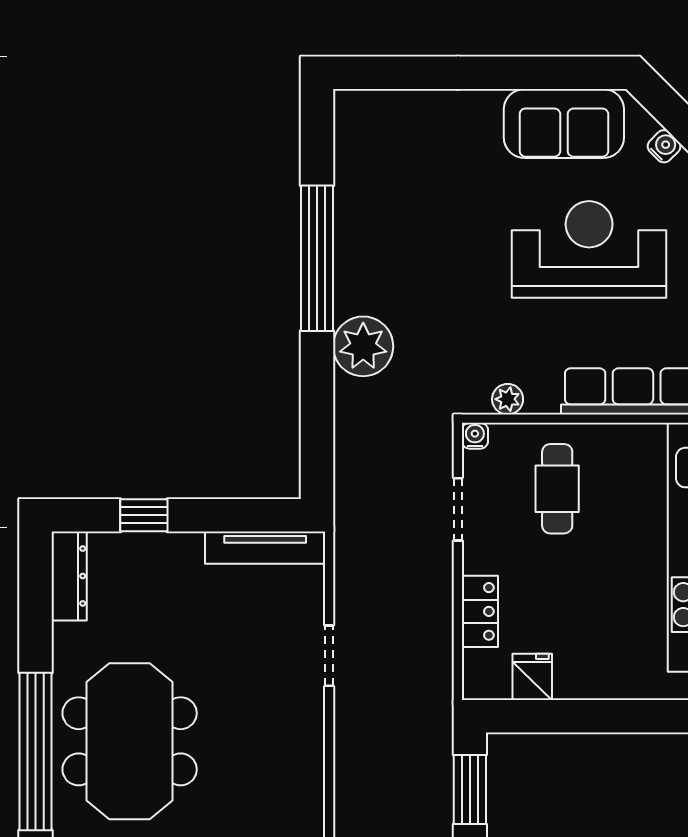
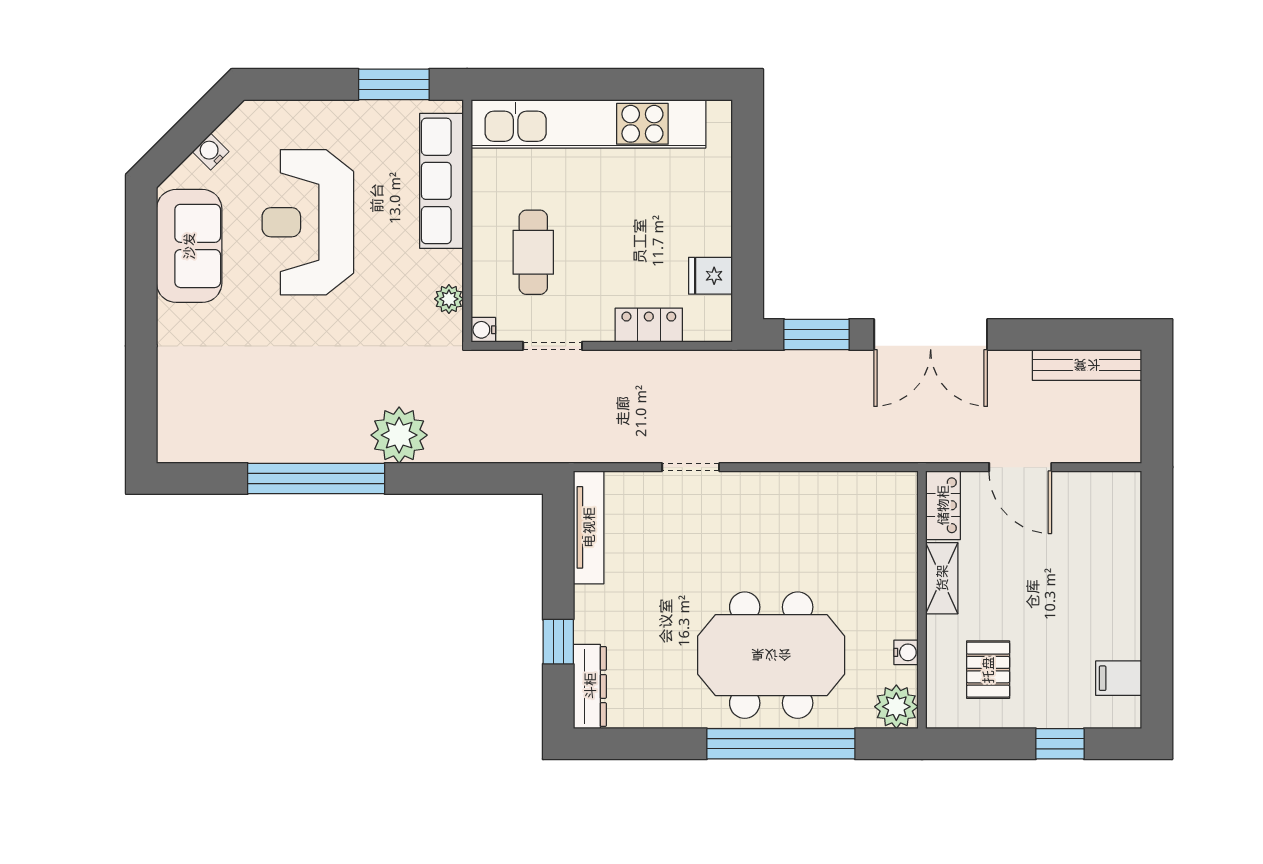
cafe table: (557, 489) -> (533, 252), turned 90
dresser: (69, 576) -> (590, 686), moved, turned 90

